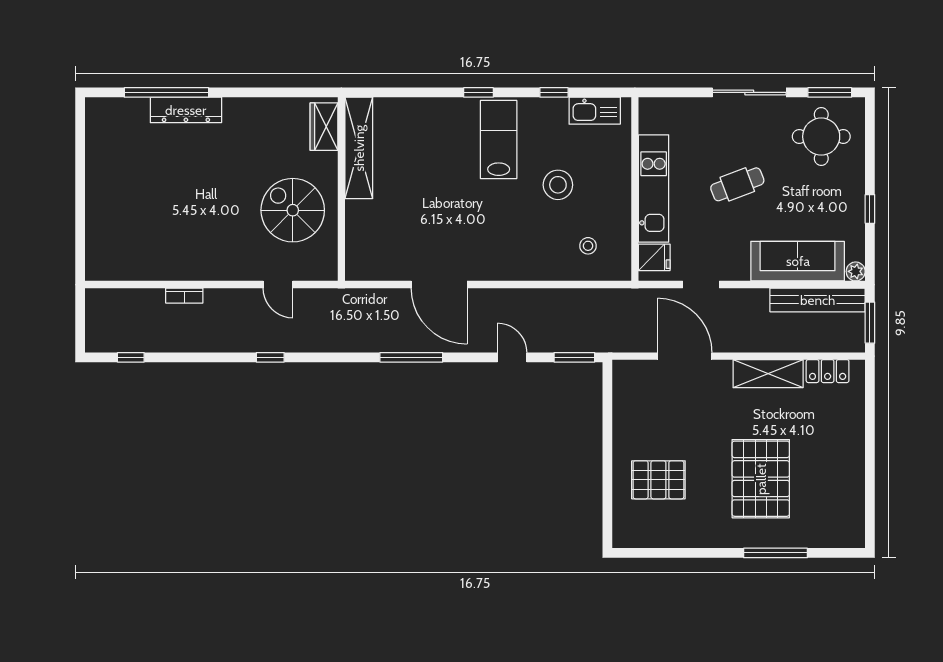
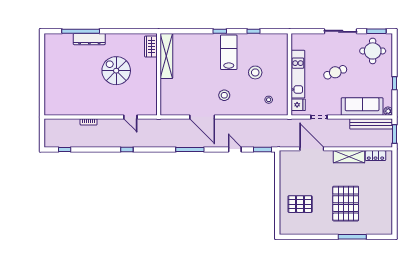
kitchen sink: (595, 111) -> (272, 39), removed
spiral stairs: (293, 210) -> (116, 71), moved
stool: (488, 236) -> (224, 95), added

